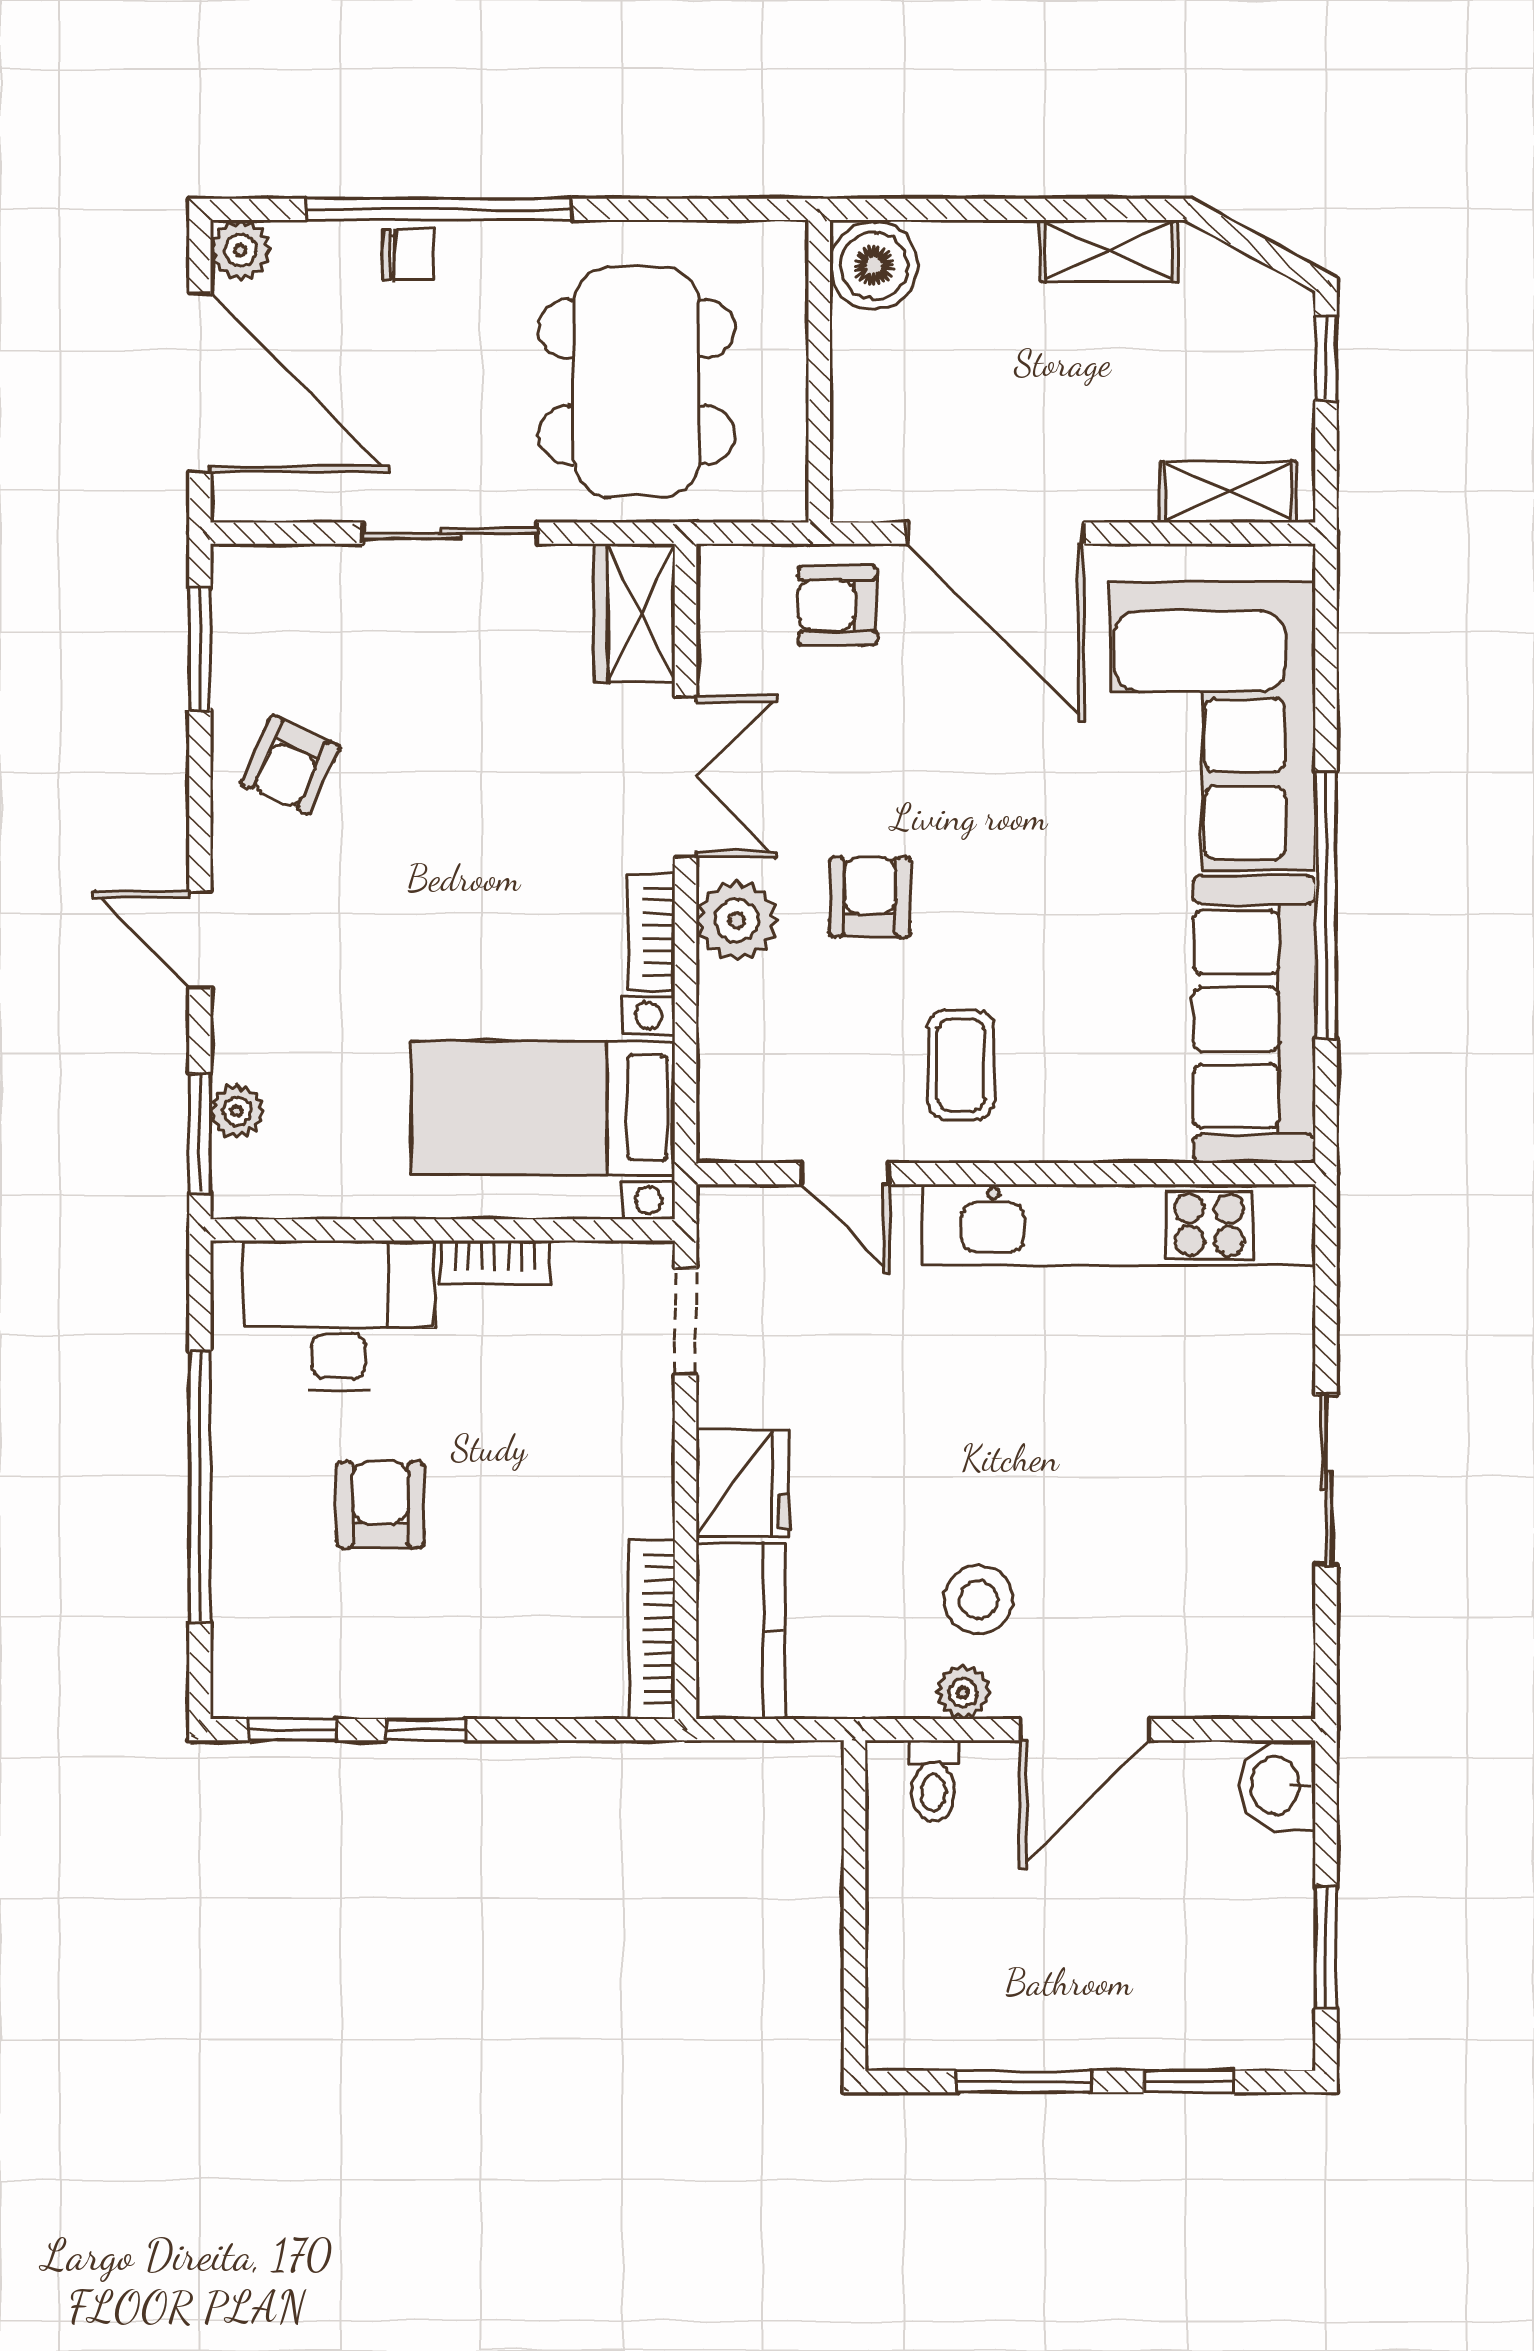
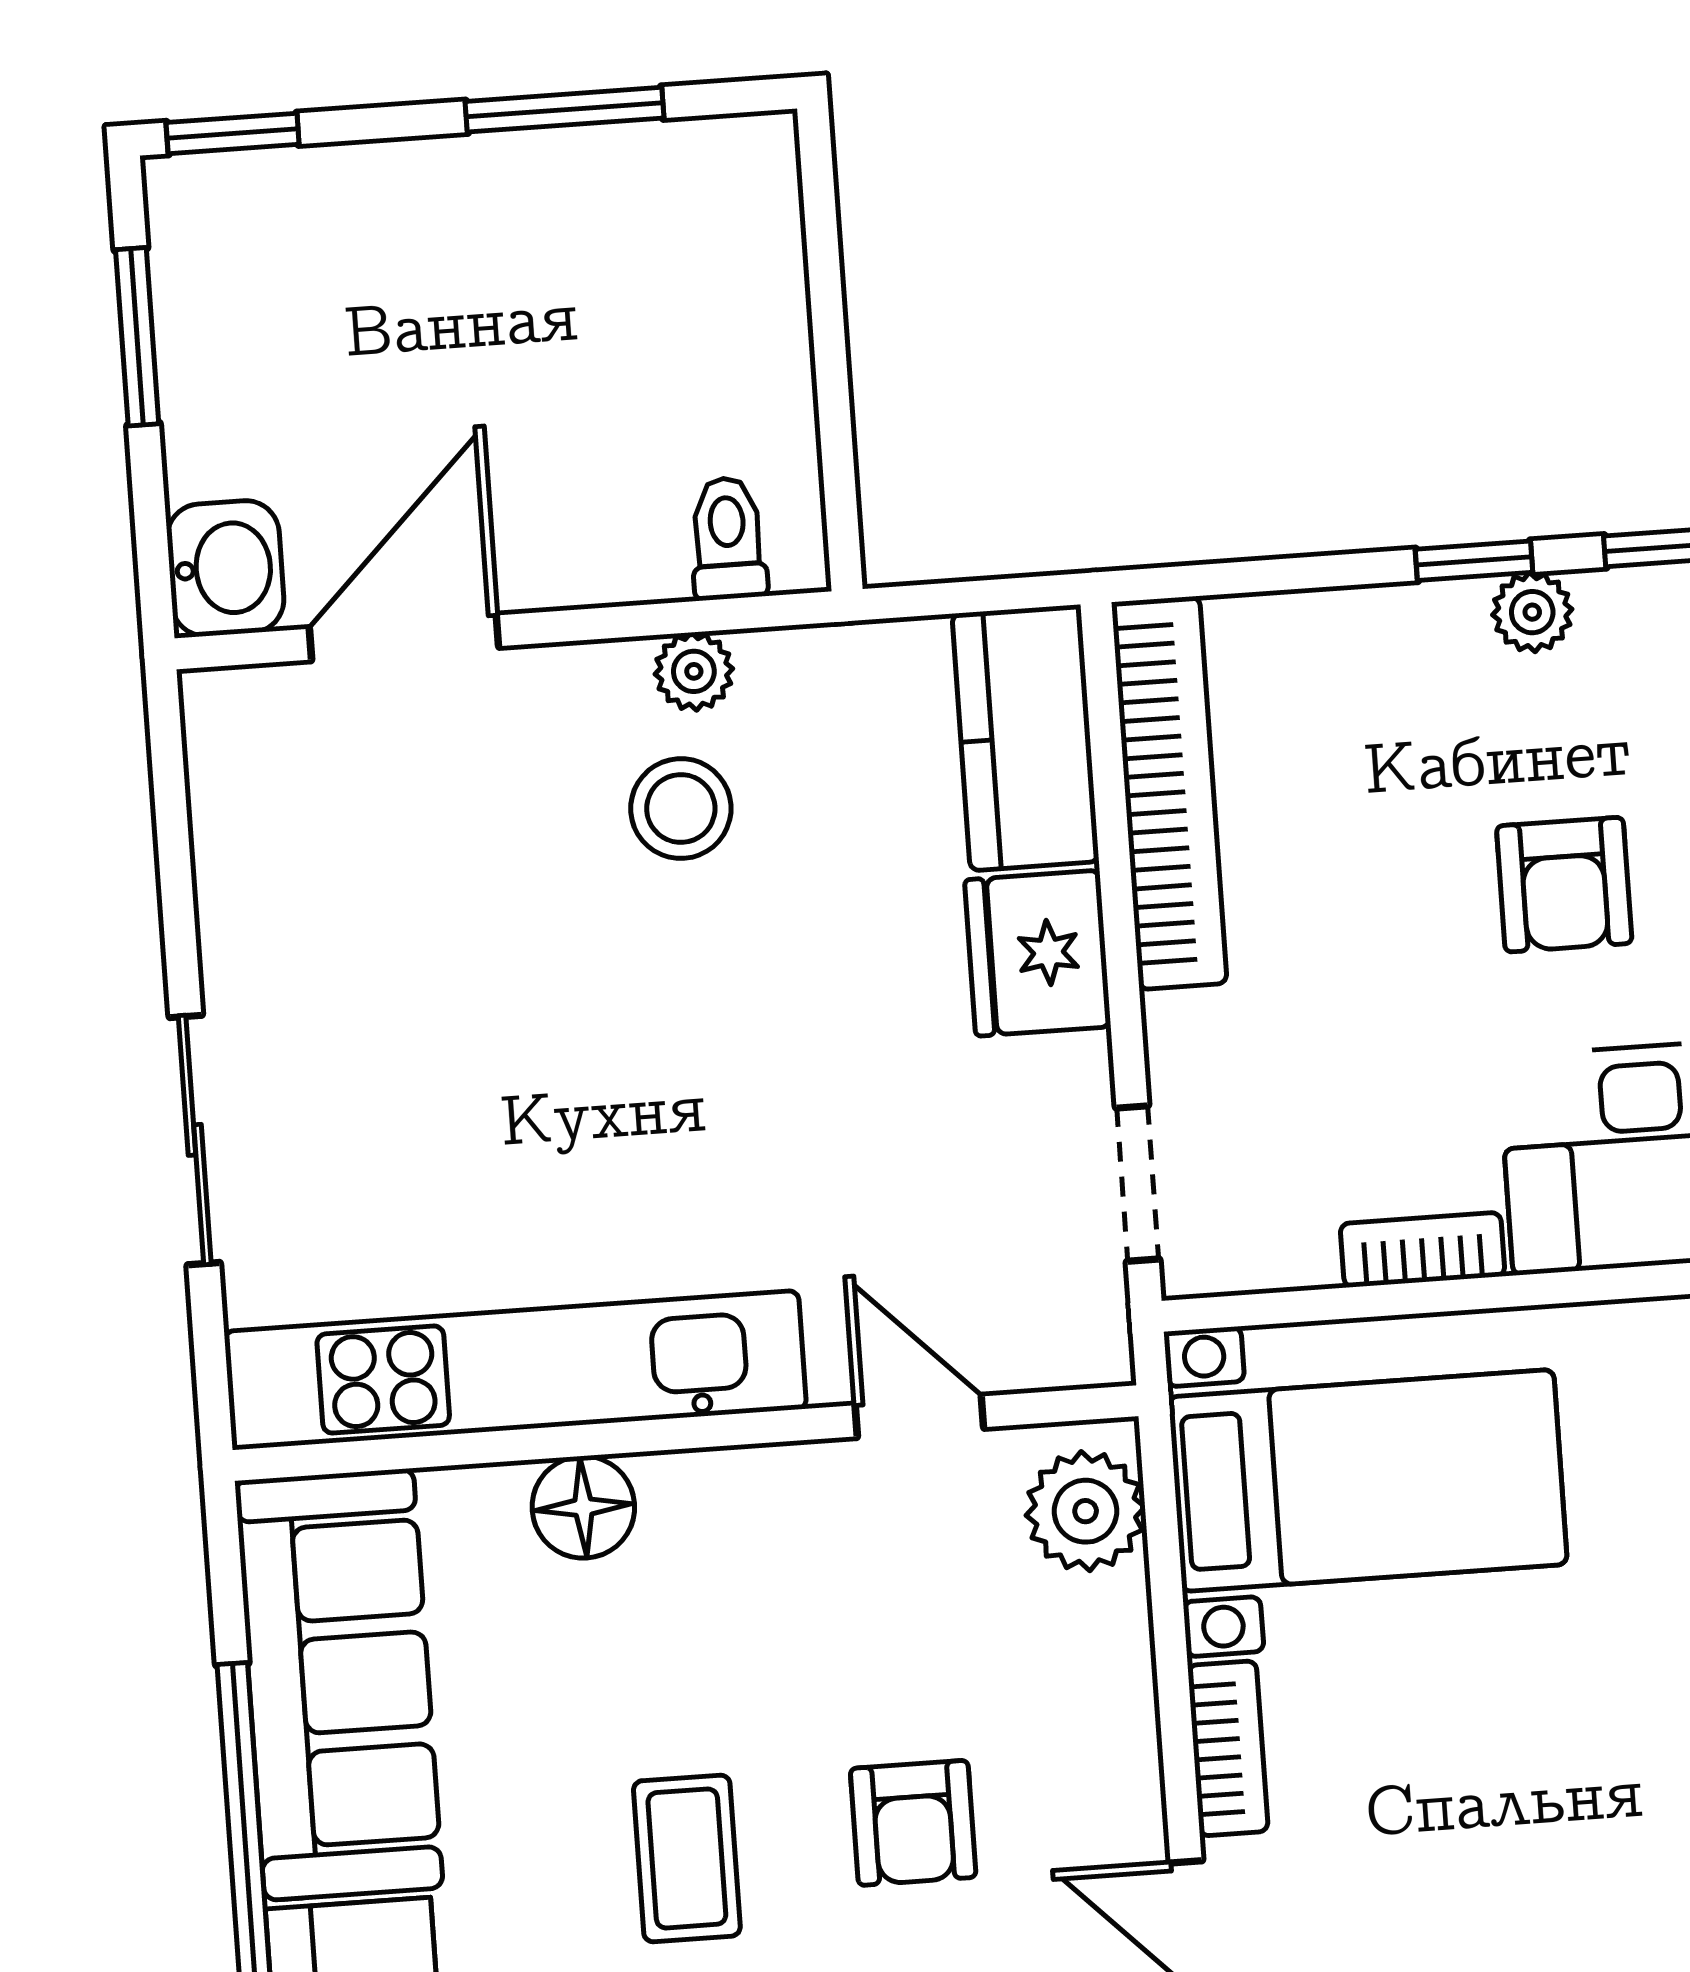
plant: (737, 920) -> (1086, 1511), moved
coffee table: (961, 1065) -> (687, 1858), moved
floor lamp: (1079, 1128) -> (583, 1507), added
sliding door: (1326, 1480) -> (195, 1140), moved
bookcase: (652, 1629) -> (1169, 793), width x1.48, depth x1.31
plant: (389, 1692) -> (1532, 612), added
door: (1085, 1730) -> (404, 637), moved
window: (1189, 2082) -> (233, 133), moved

